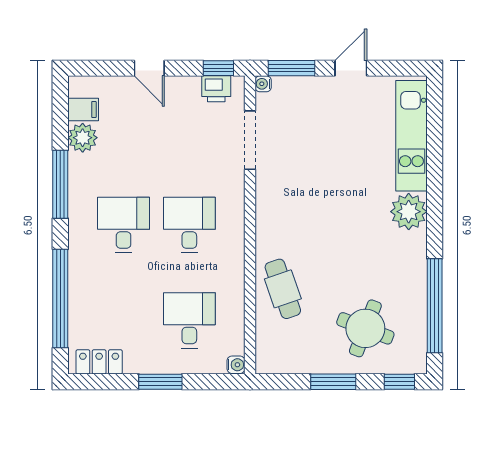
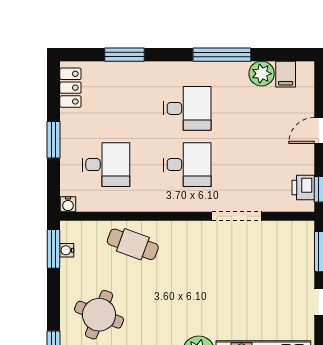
water cooler: (263, 84) -> (67, 250), moved, turned -90
doorway: (250, 140) -> (237, 216), moved
cafe table: (283, 289) -> (133, 244), turned 39
window: (60, 299) -> (125, 55), width x0.47
window: (333, 382) -> (54, 249), moved

